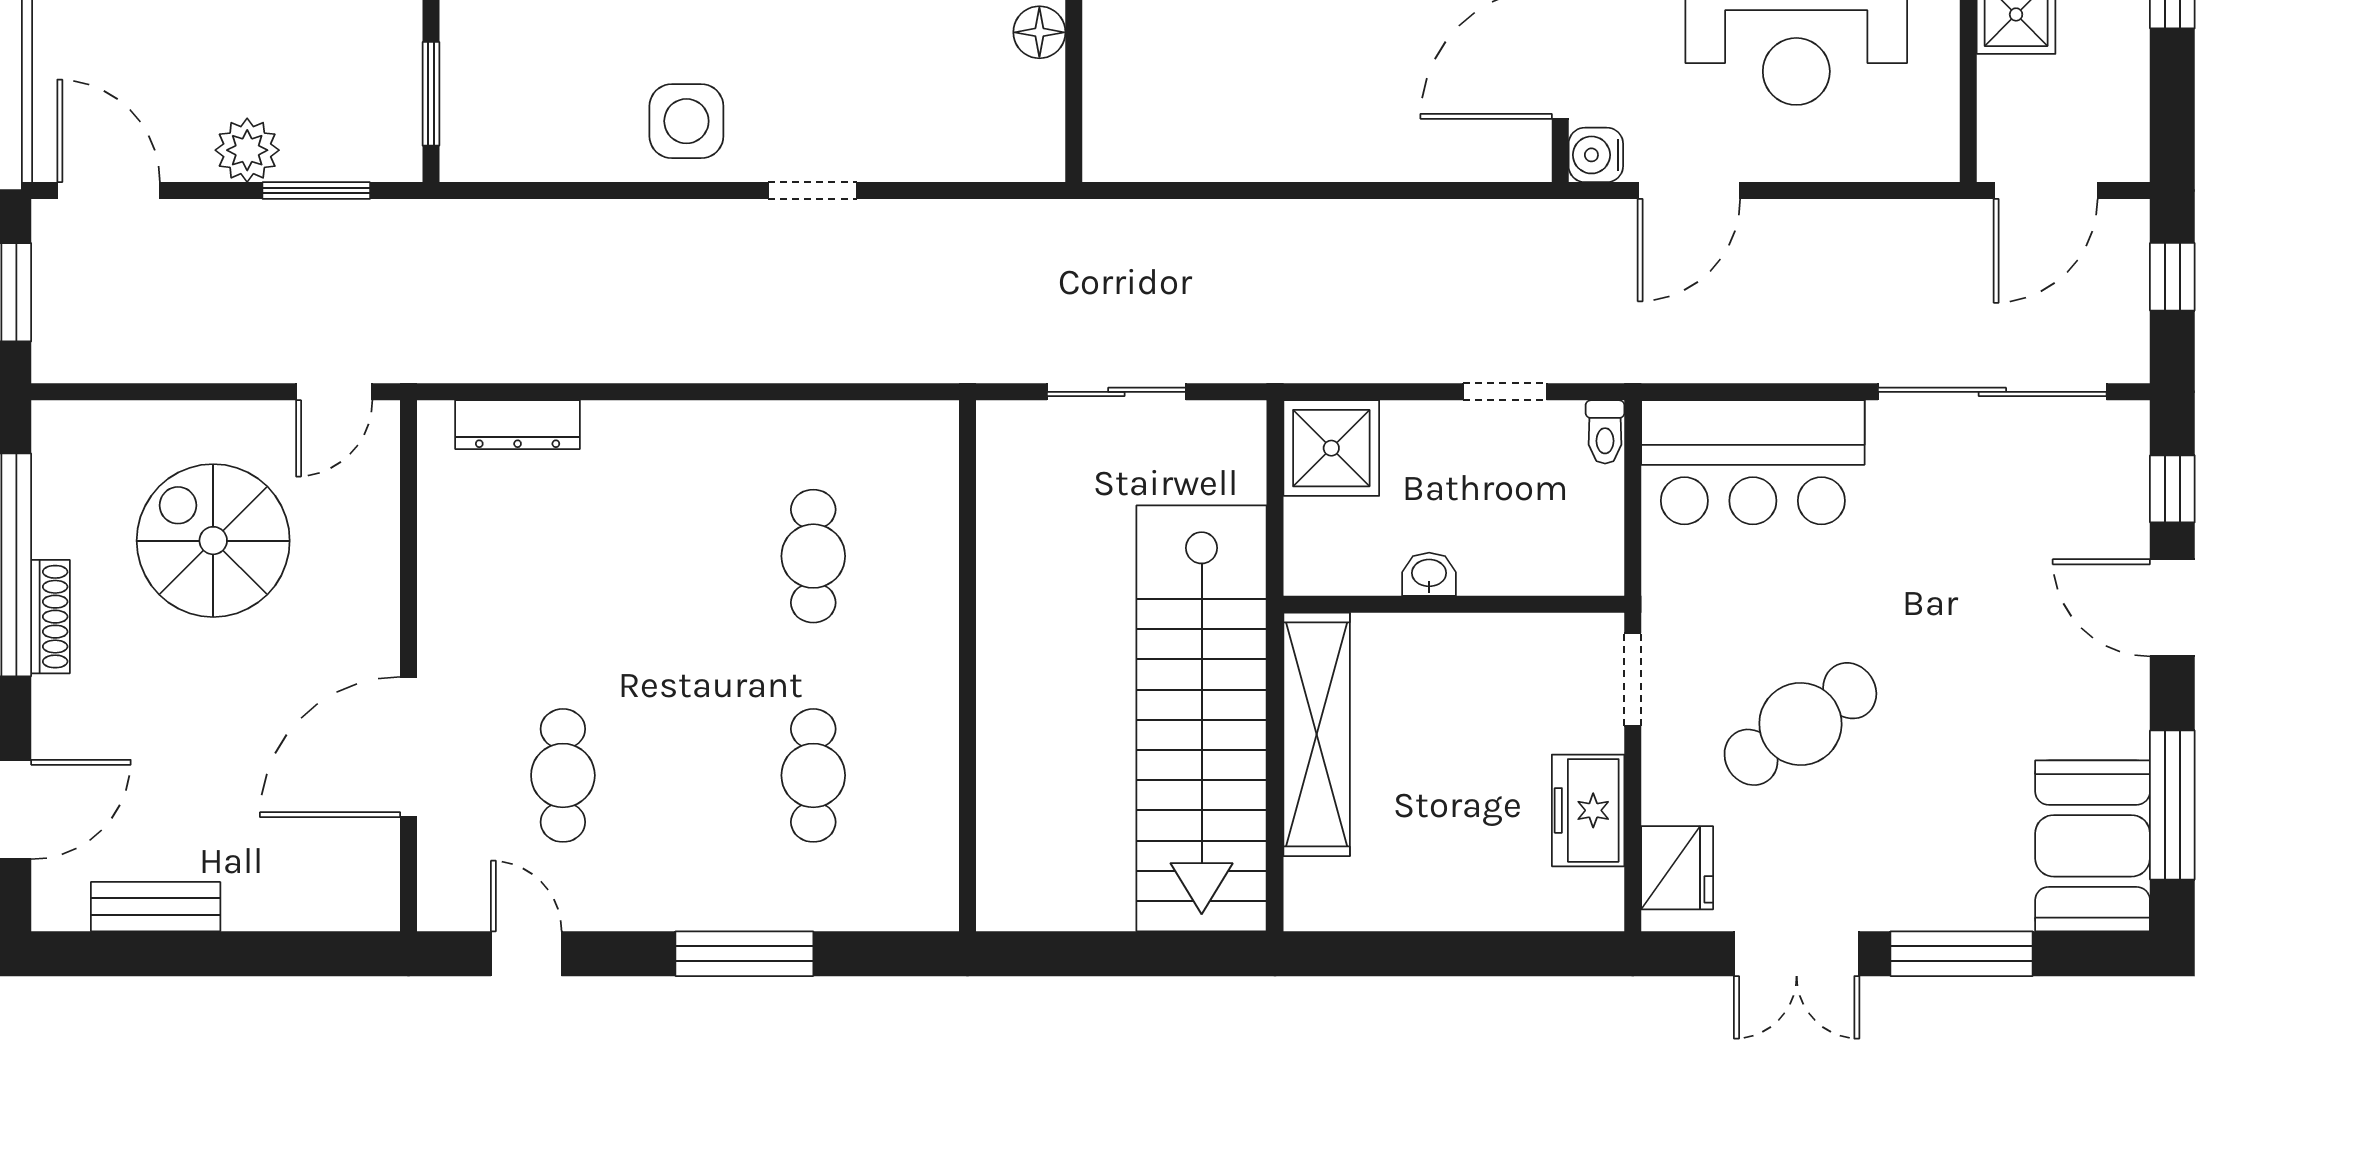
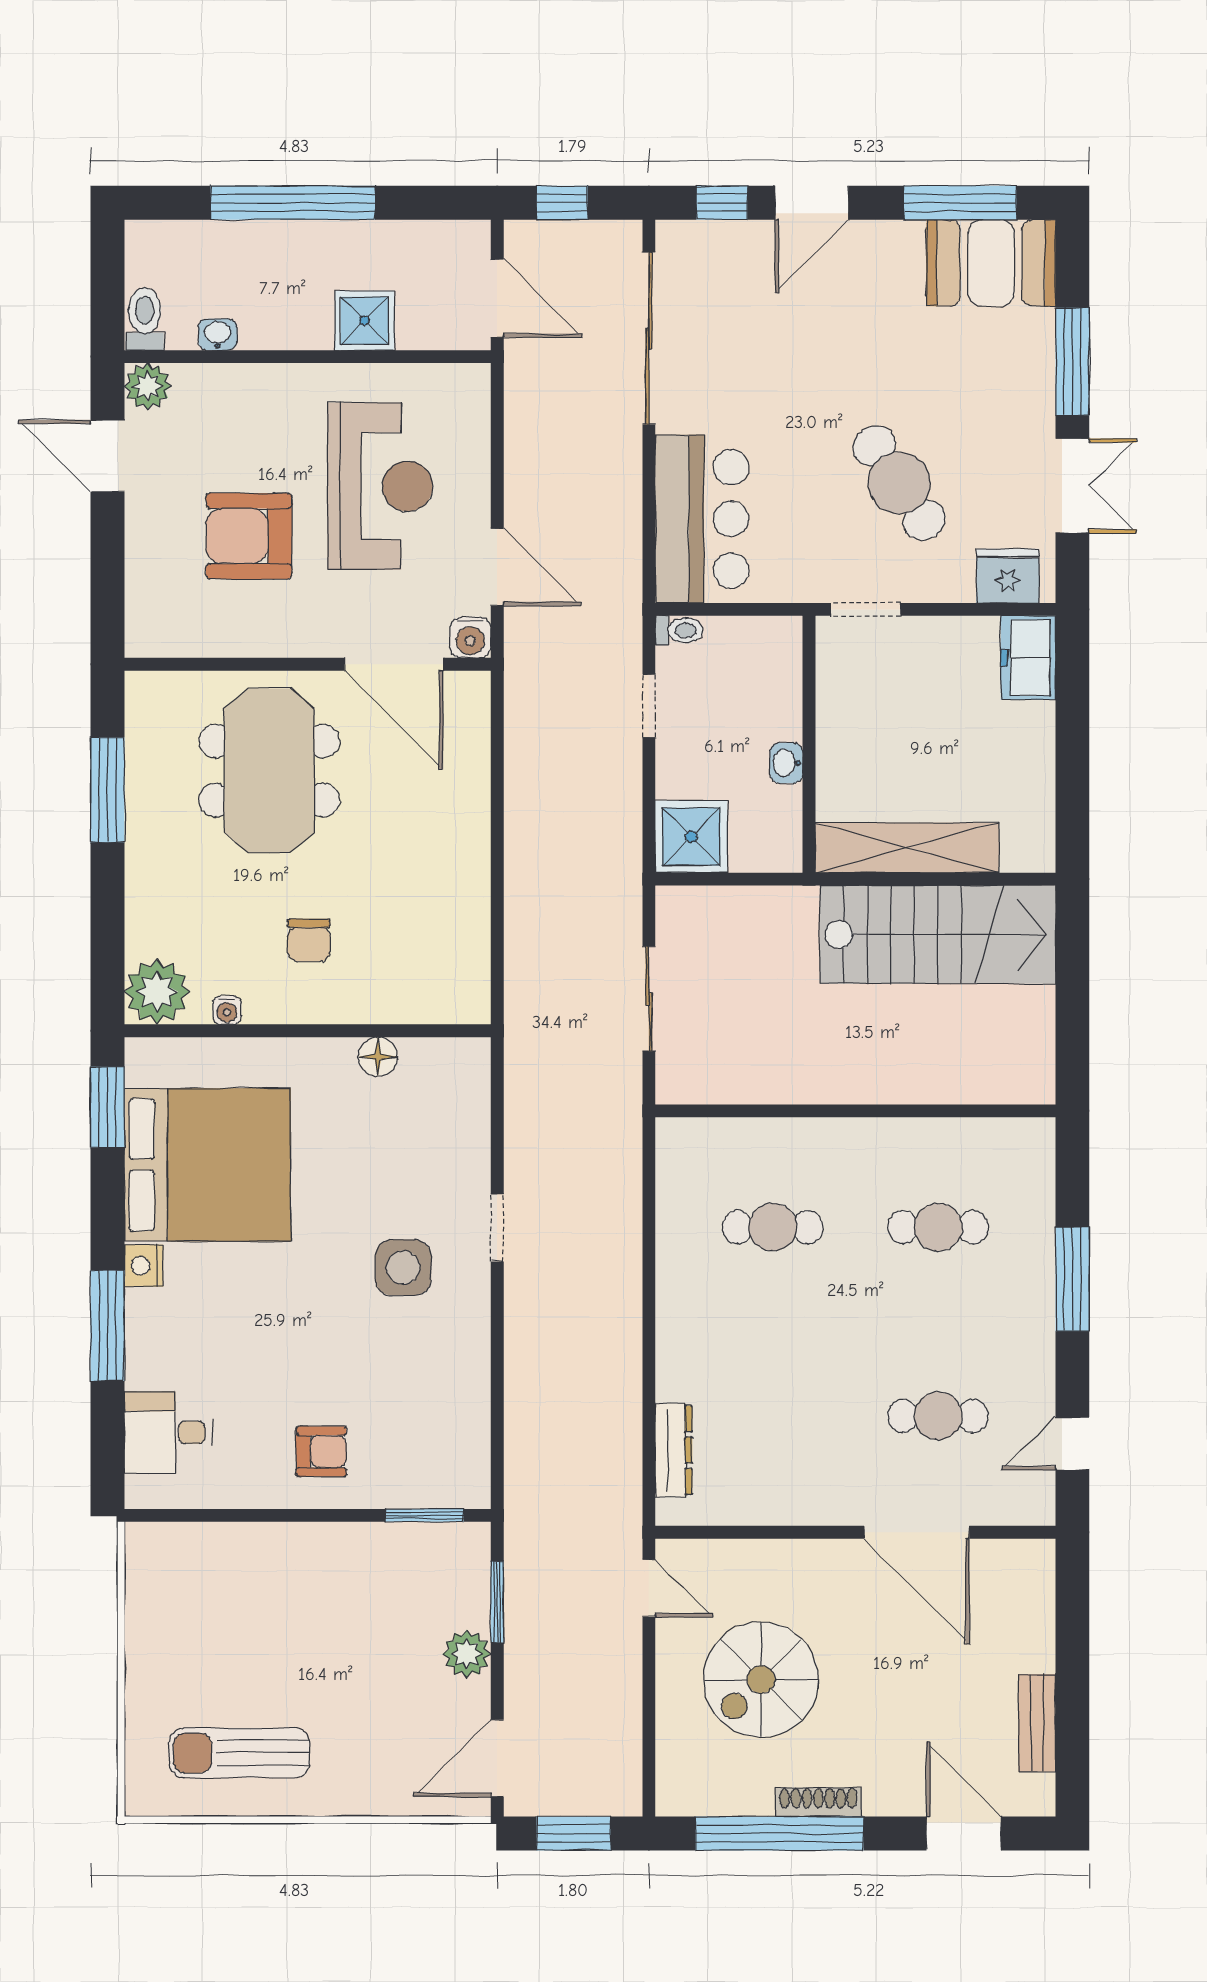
side table: (686, 121) -> (403, 1268), moved
stairs: (1202, 718) -> (938, 934), width x0.73
freezer: (1588, 810) -> (1028, 658), moved, turned 90

